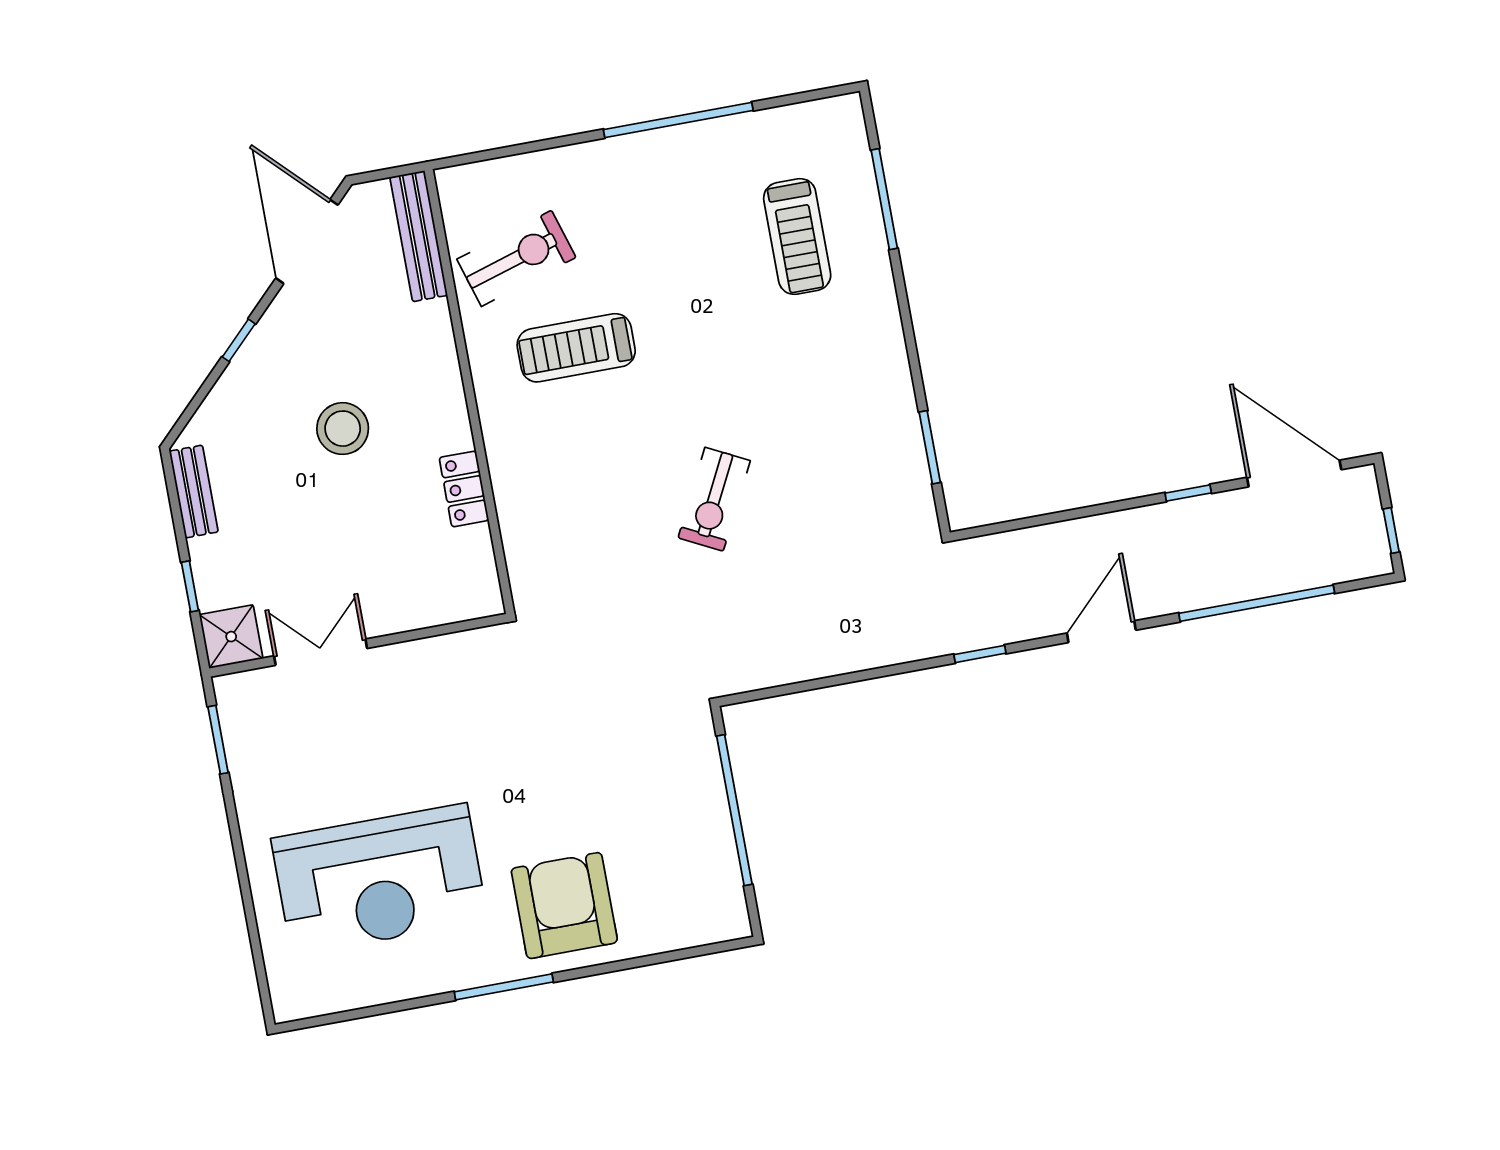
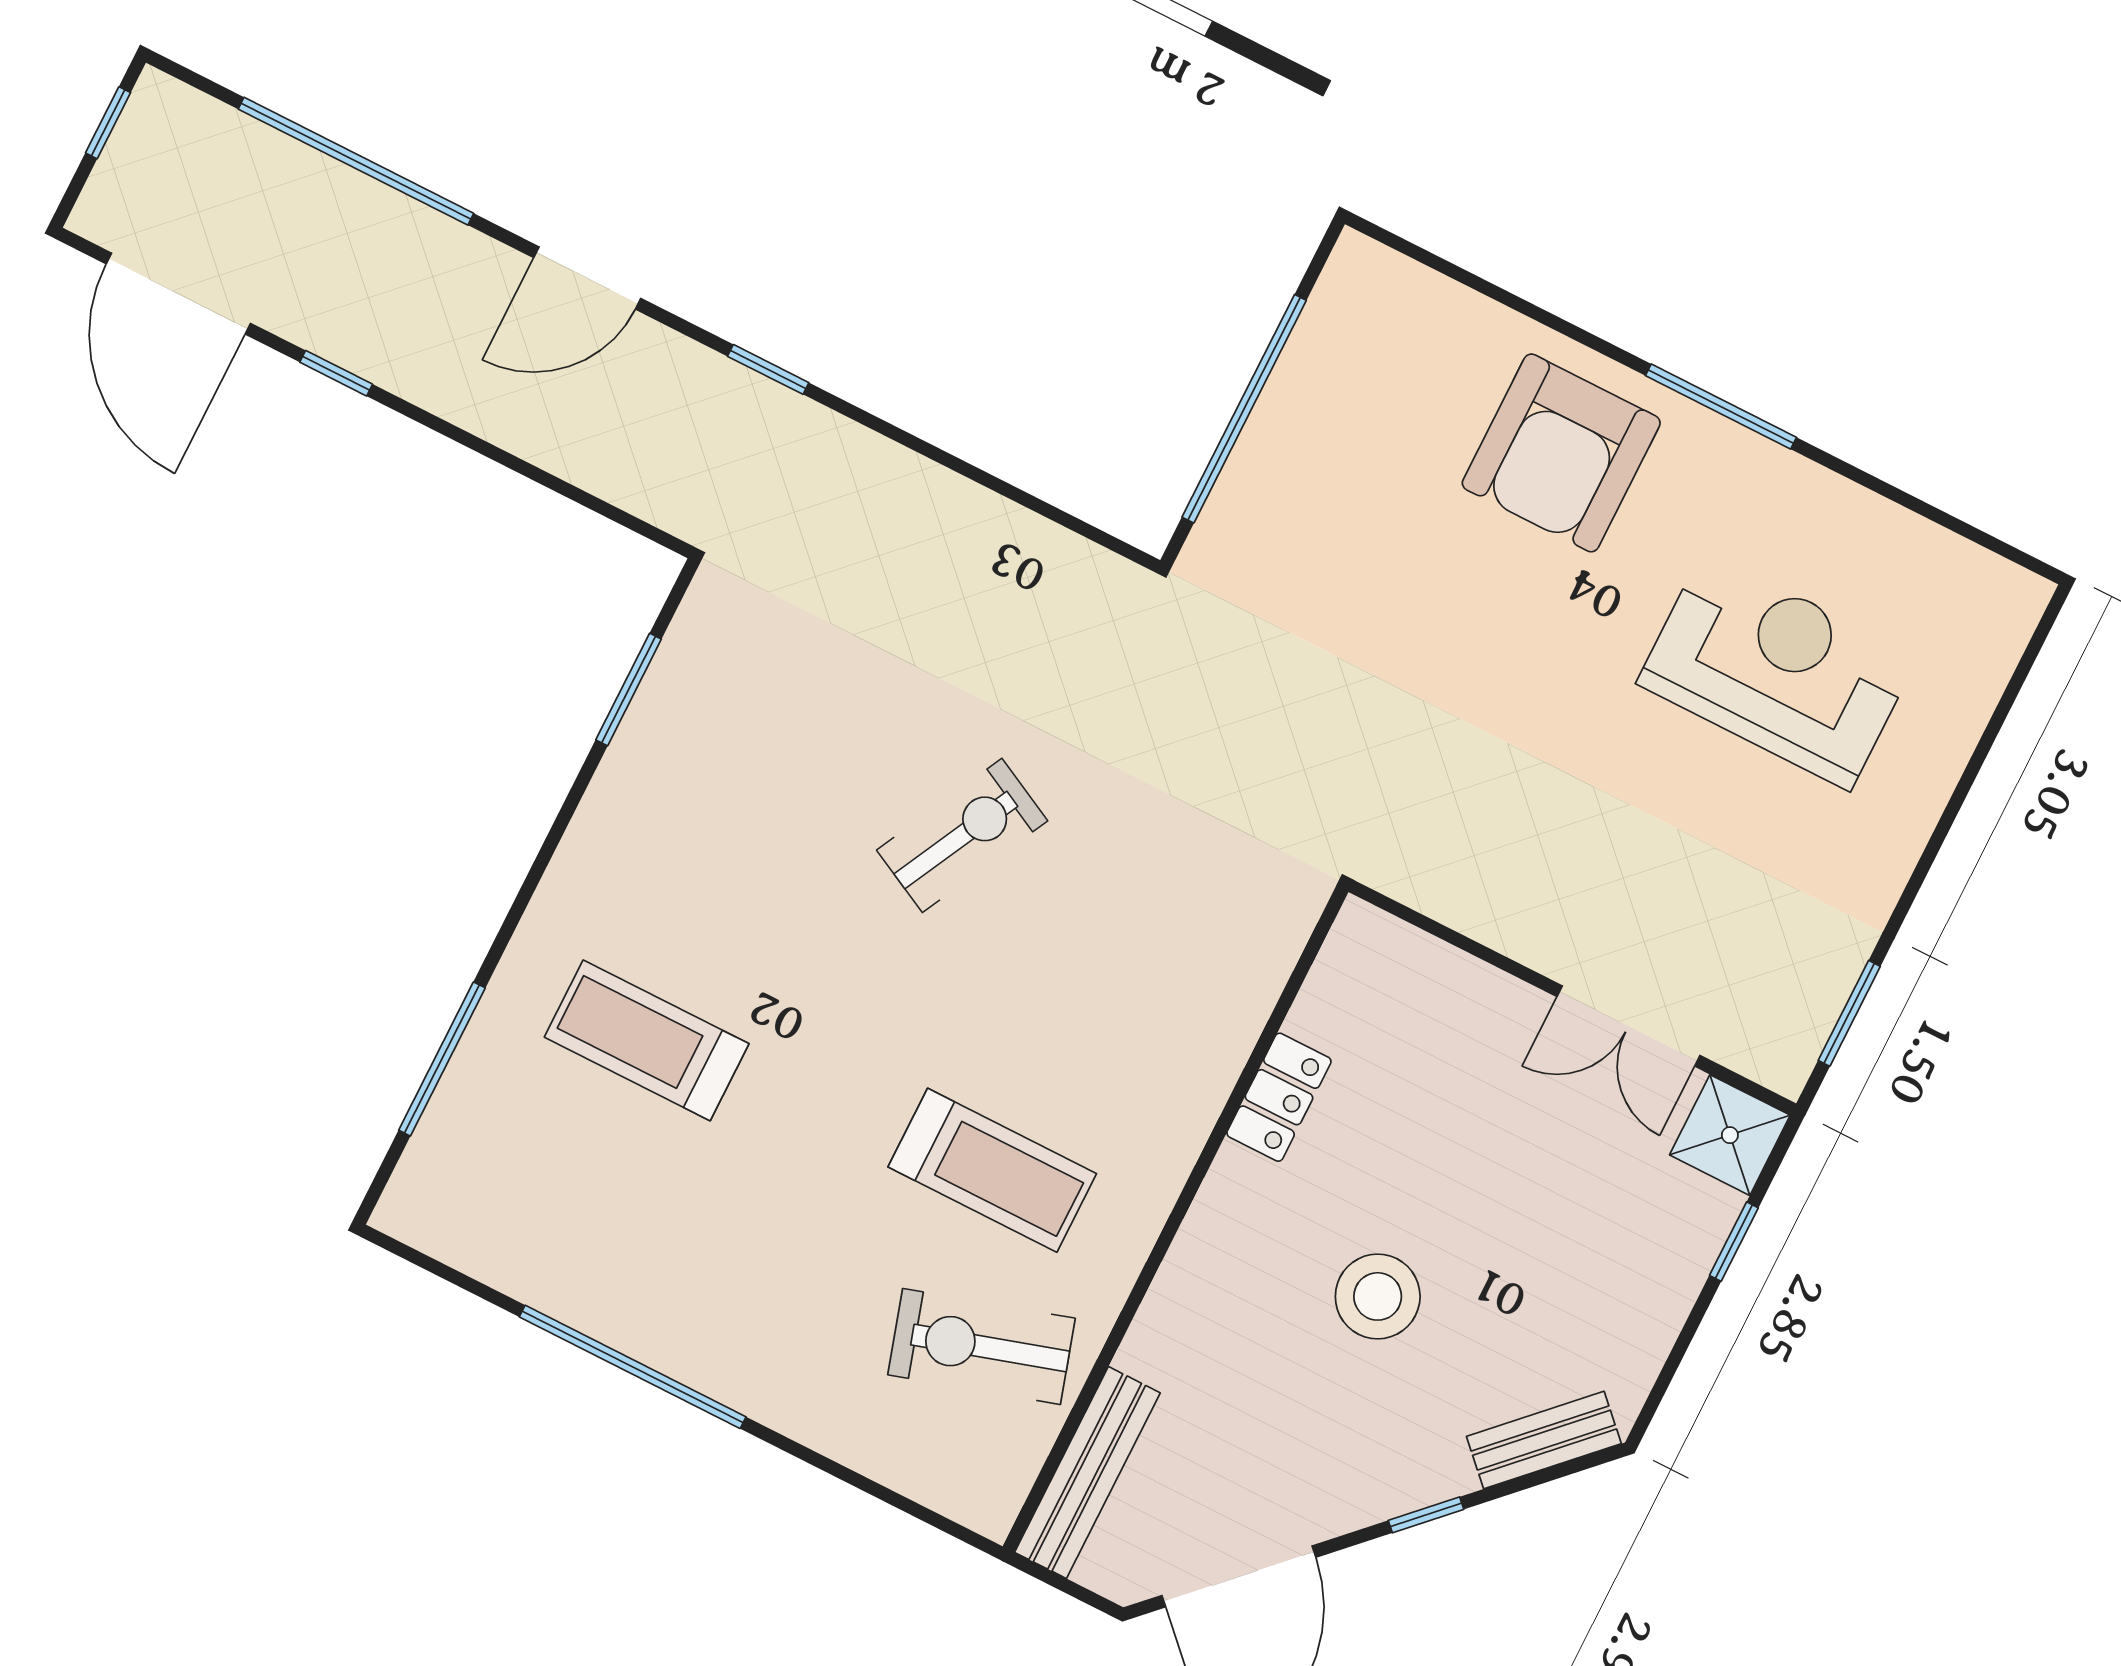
treadmill: (797, 236) -> (647, 1040), moved, turned -90
bench: (194, 492) -> (1544, 1440), moved, turned 45
reception desk: (380, 880) -> (1777, 670), width x0.74, depth x0.77

